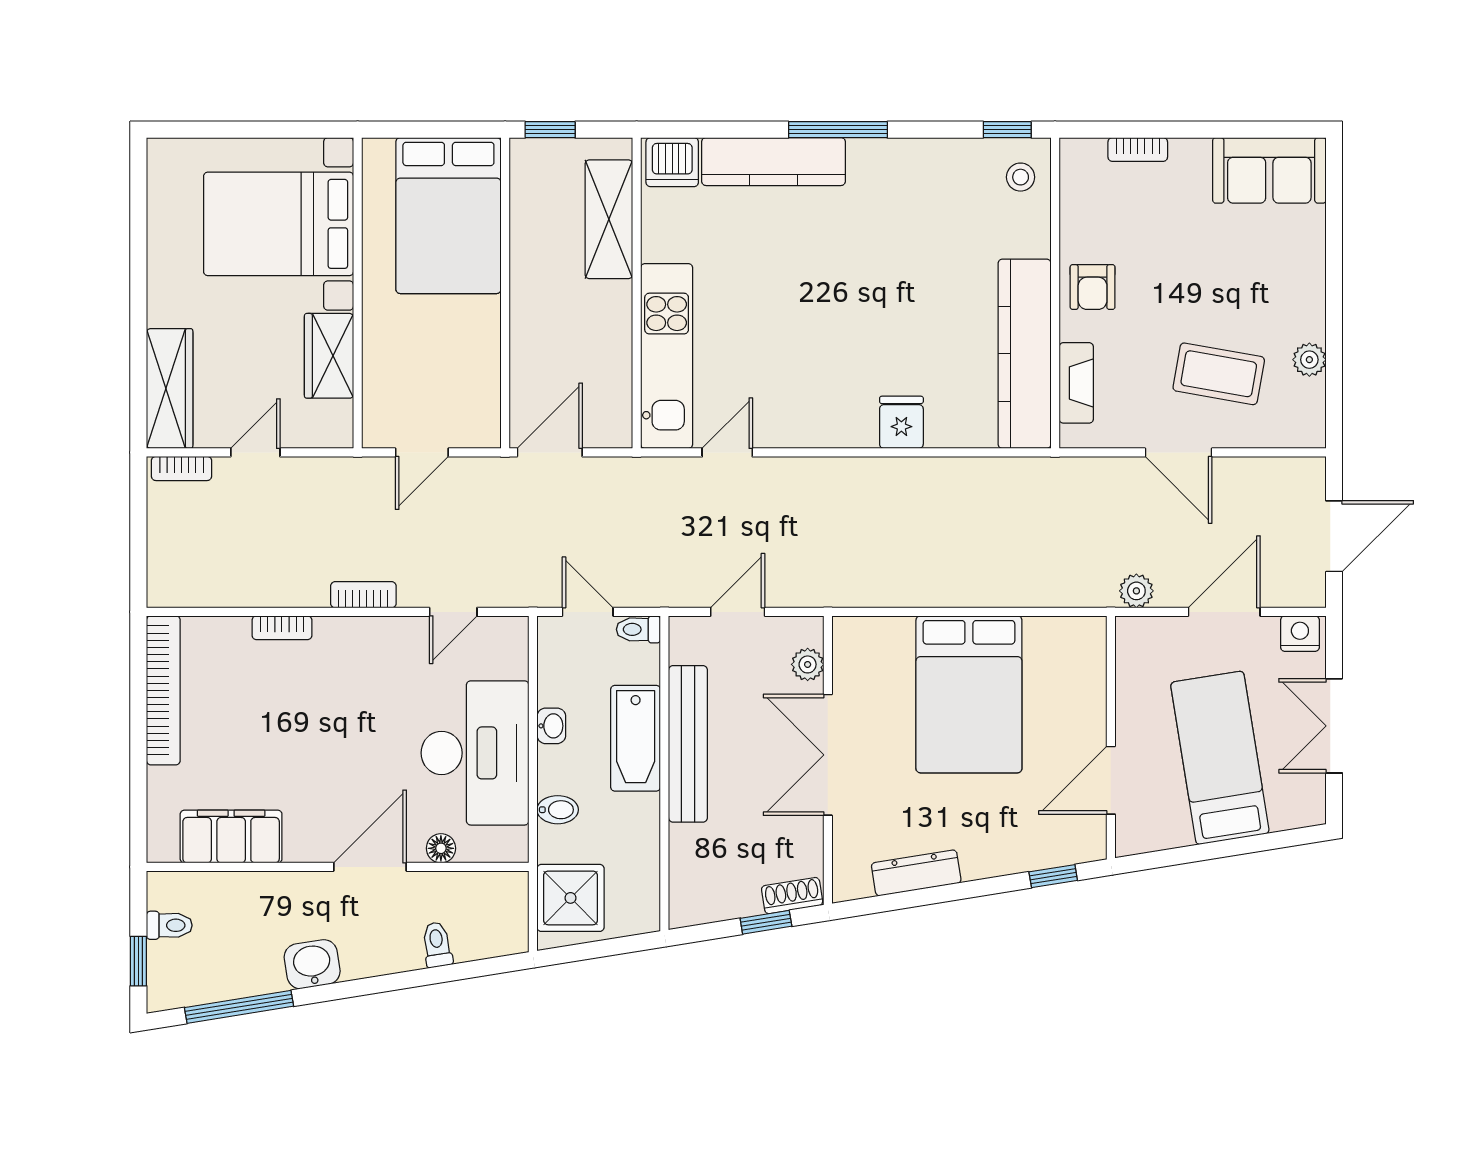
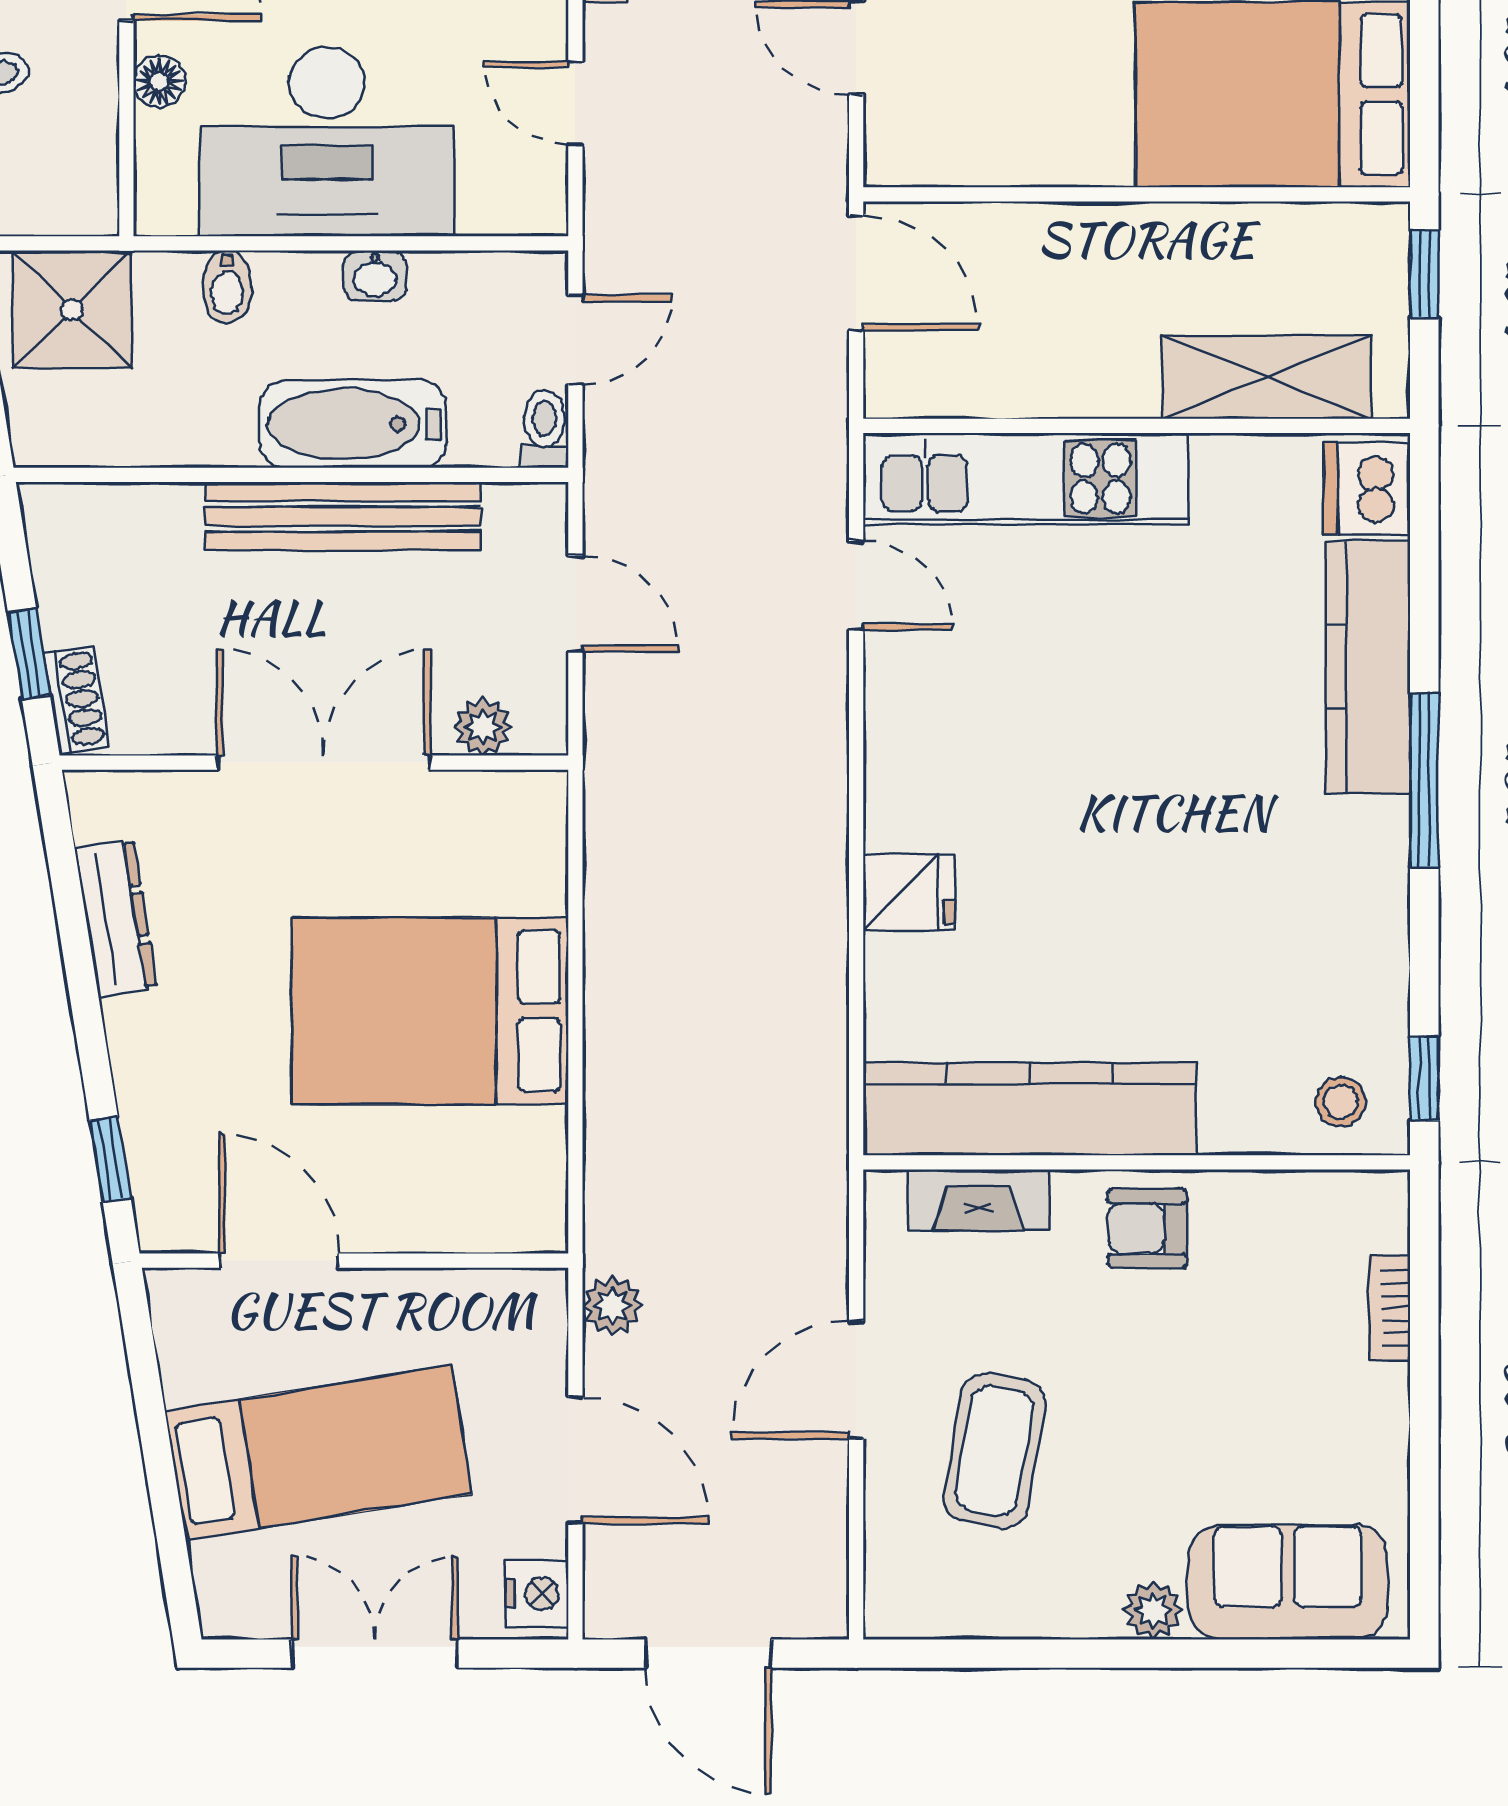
sofa: (1269, 170) -> (1288, 1582), moved, turned 90
plant: (1309, 360) -> (1153, 1610), moved

